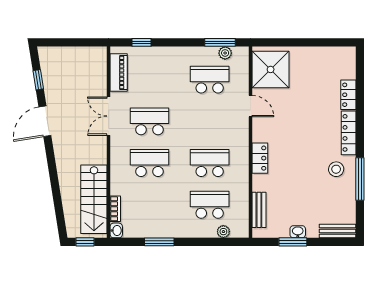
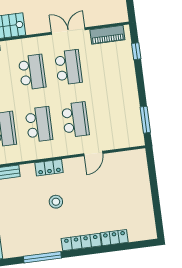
plant: (225, 53) -> (137, 125), removed
shower: (271, 69) -> (128, 167), removed
school desk: (210, 80) -> (75, 120), moved
stool: (336, 169) -> (56, 202), moved

